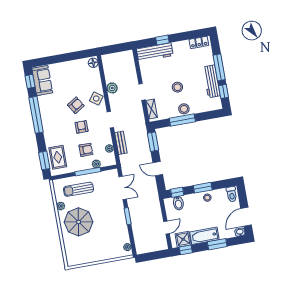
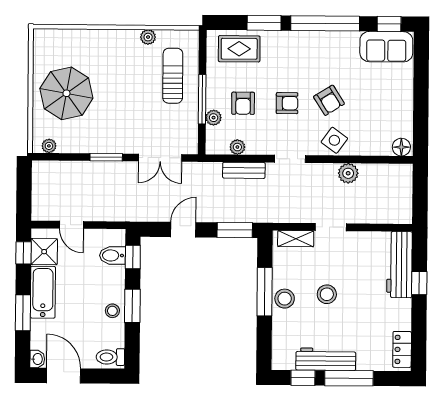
window: (44, 160) -> (264, 23), moved
parasol: (79, 222) -> (66, 93), moved

